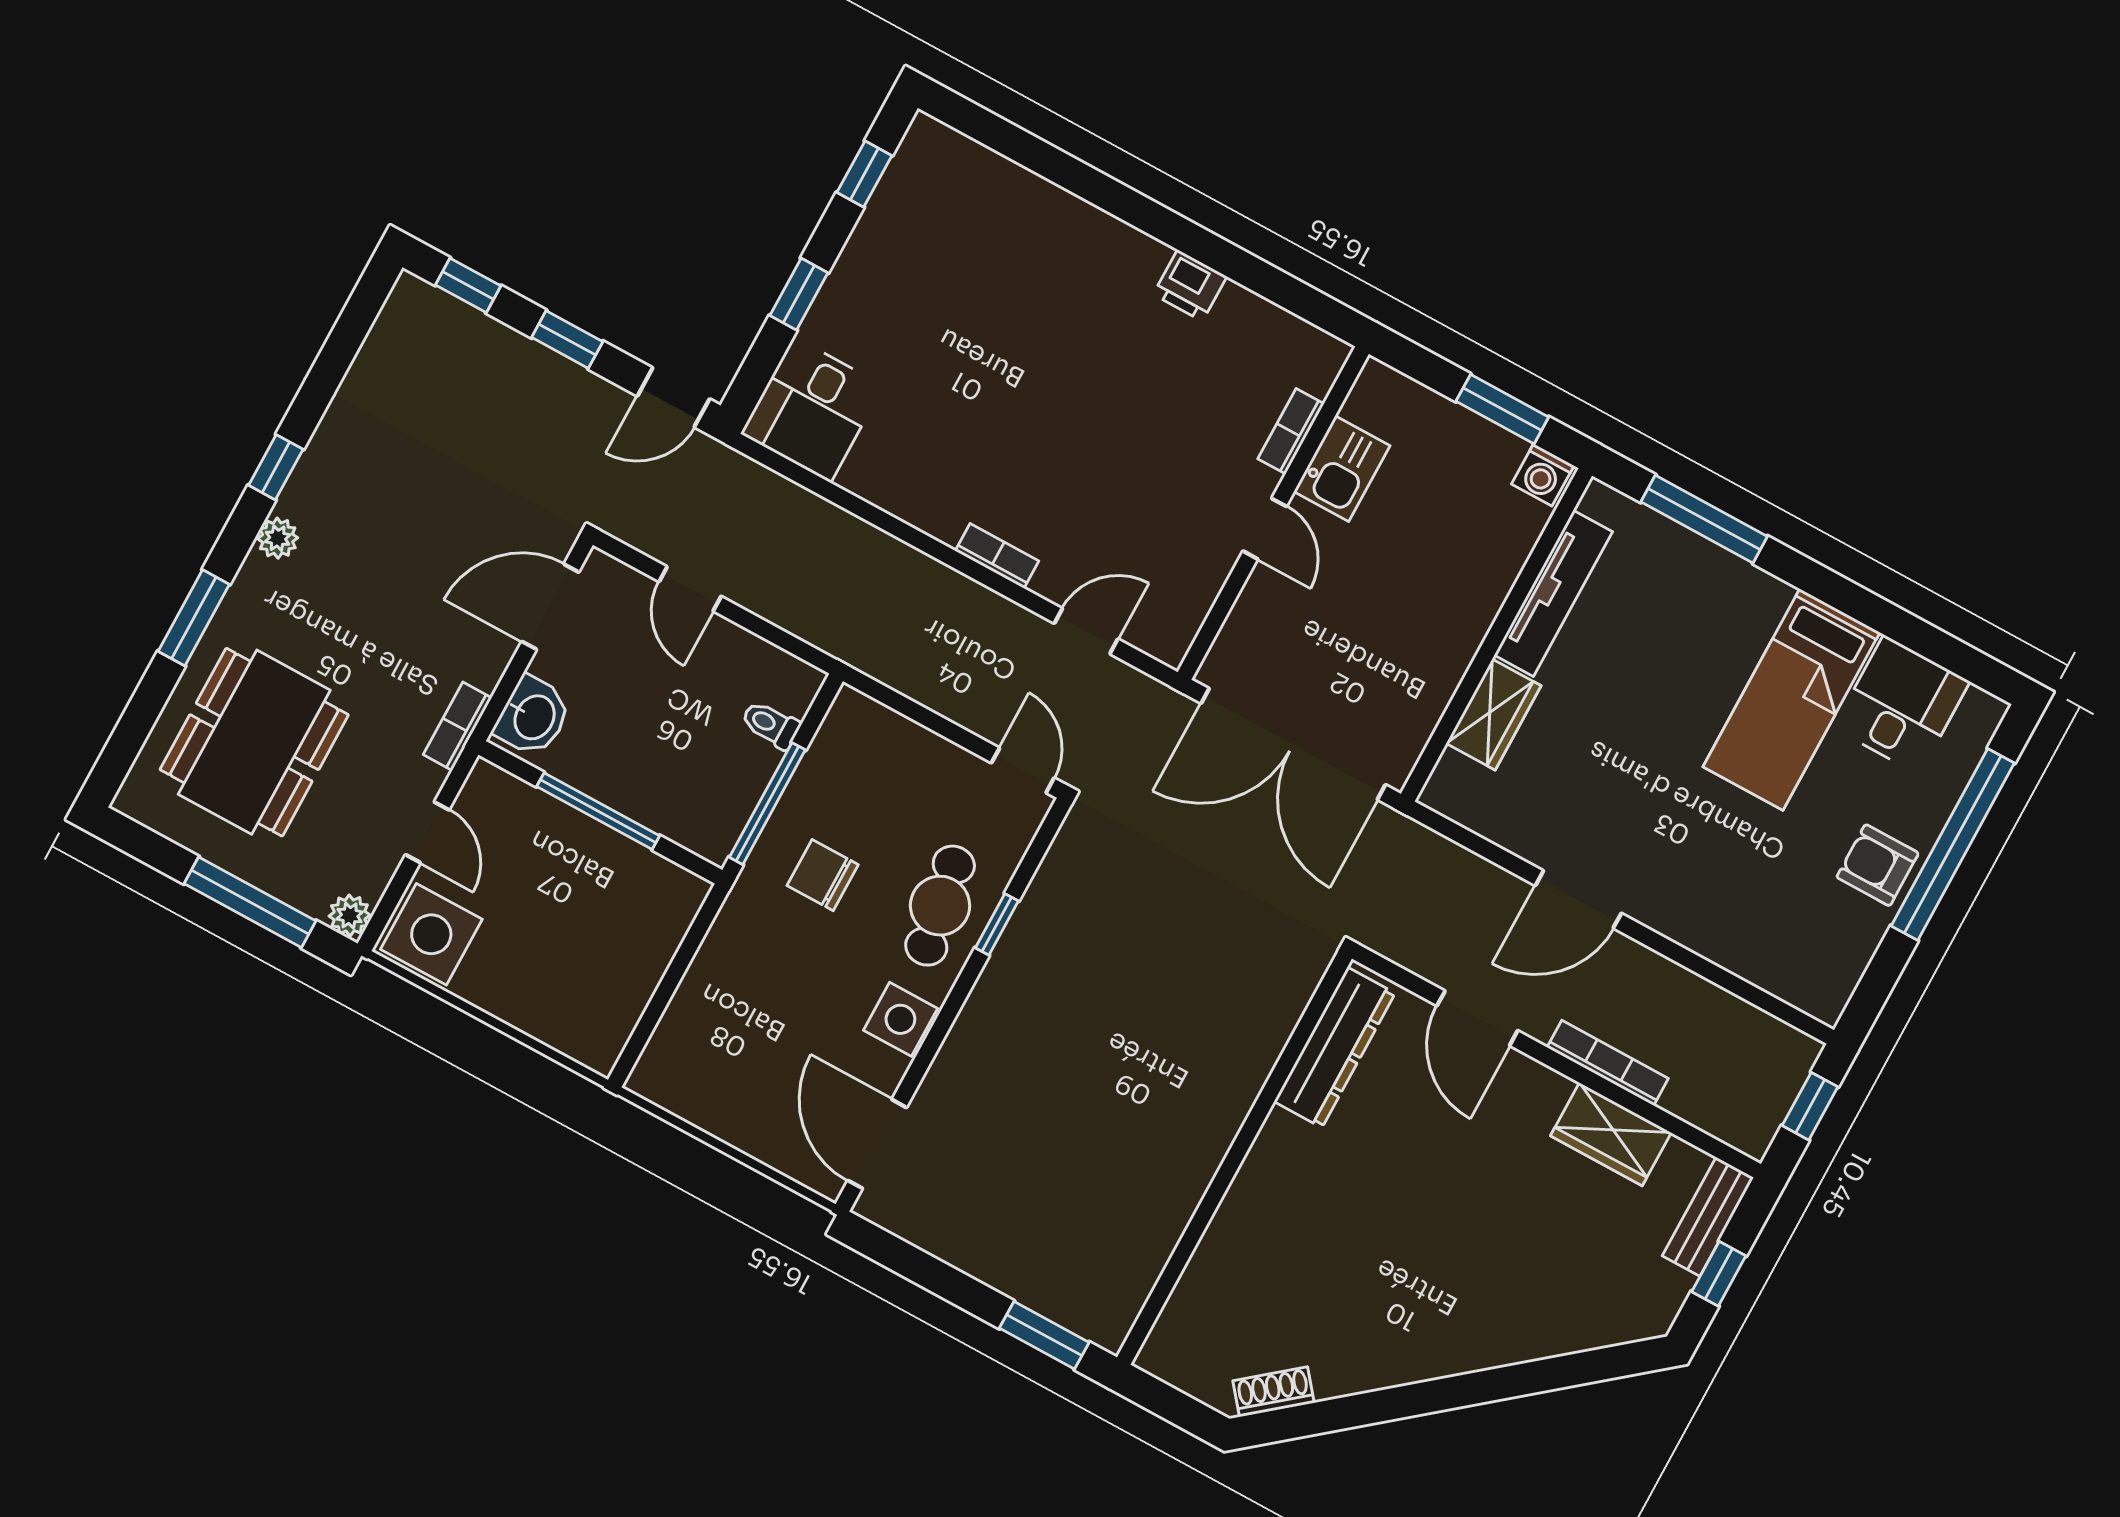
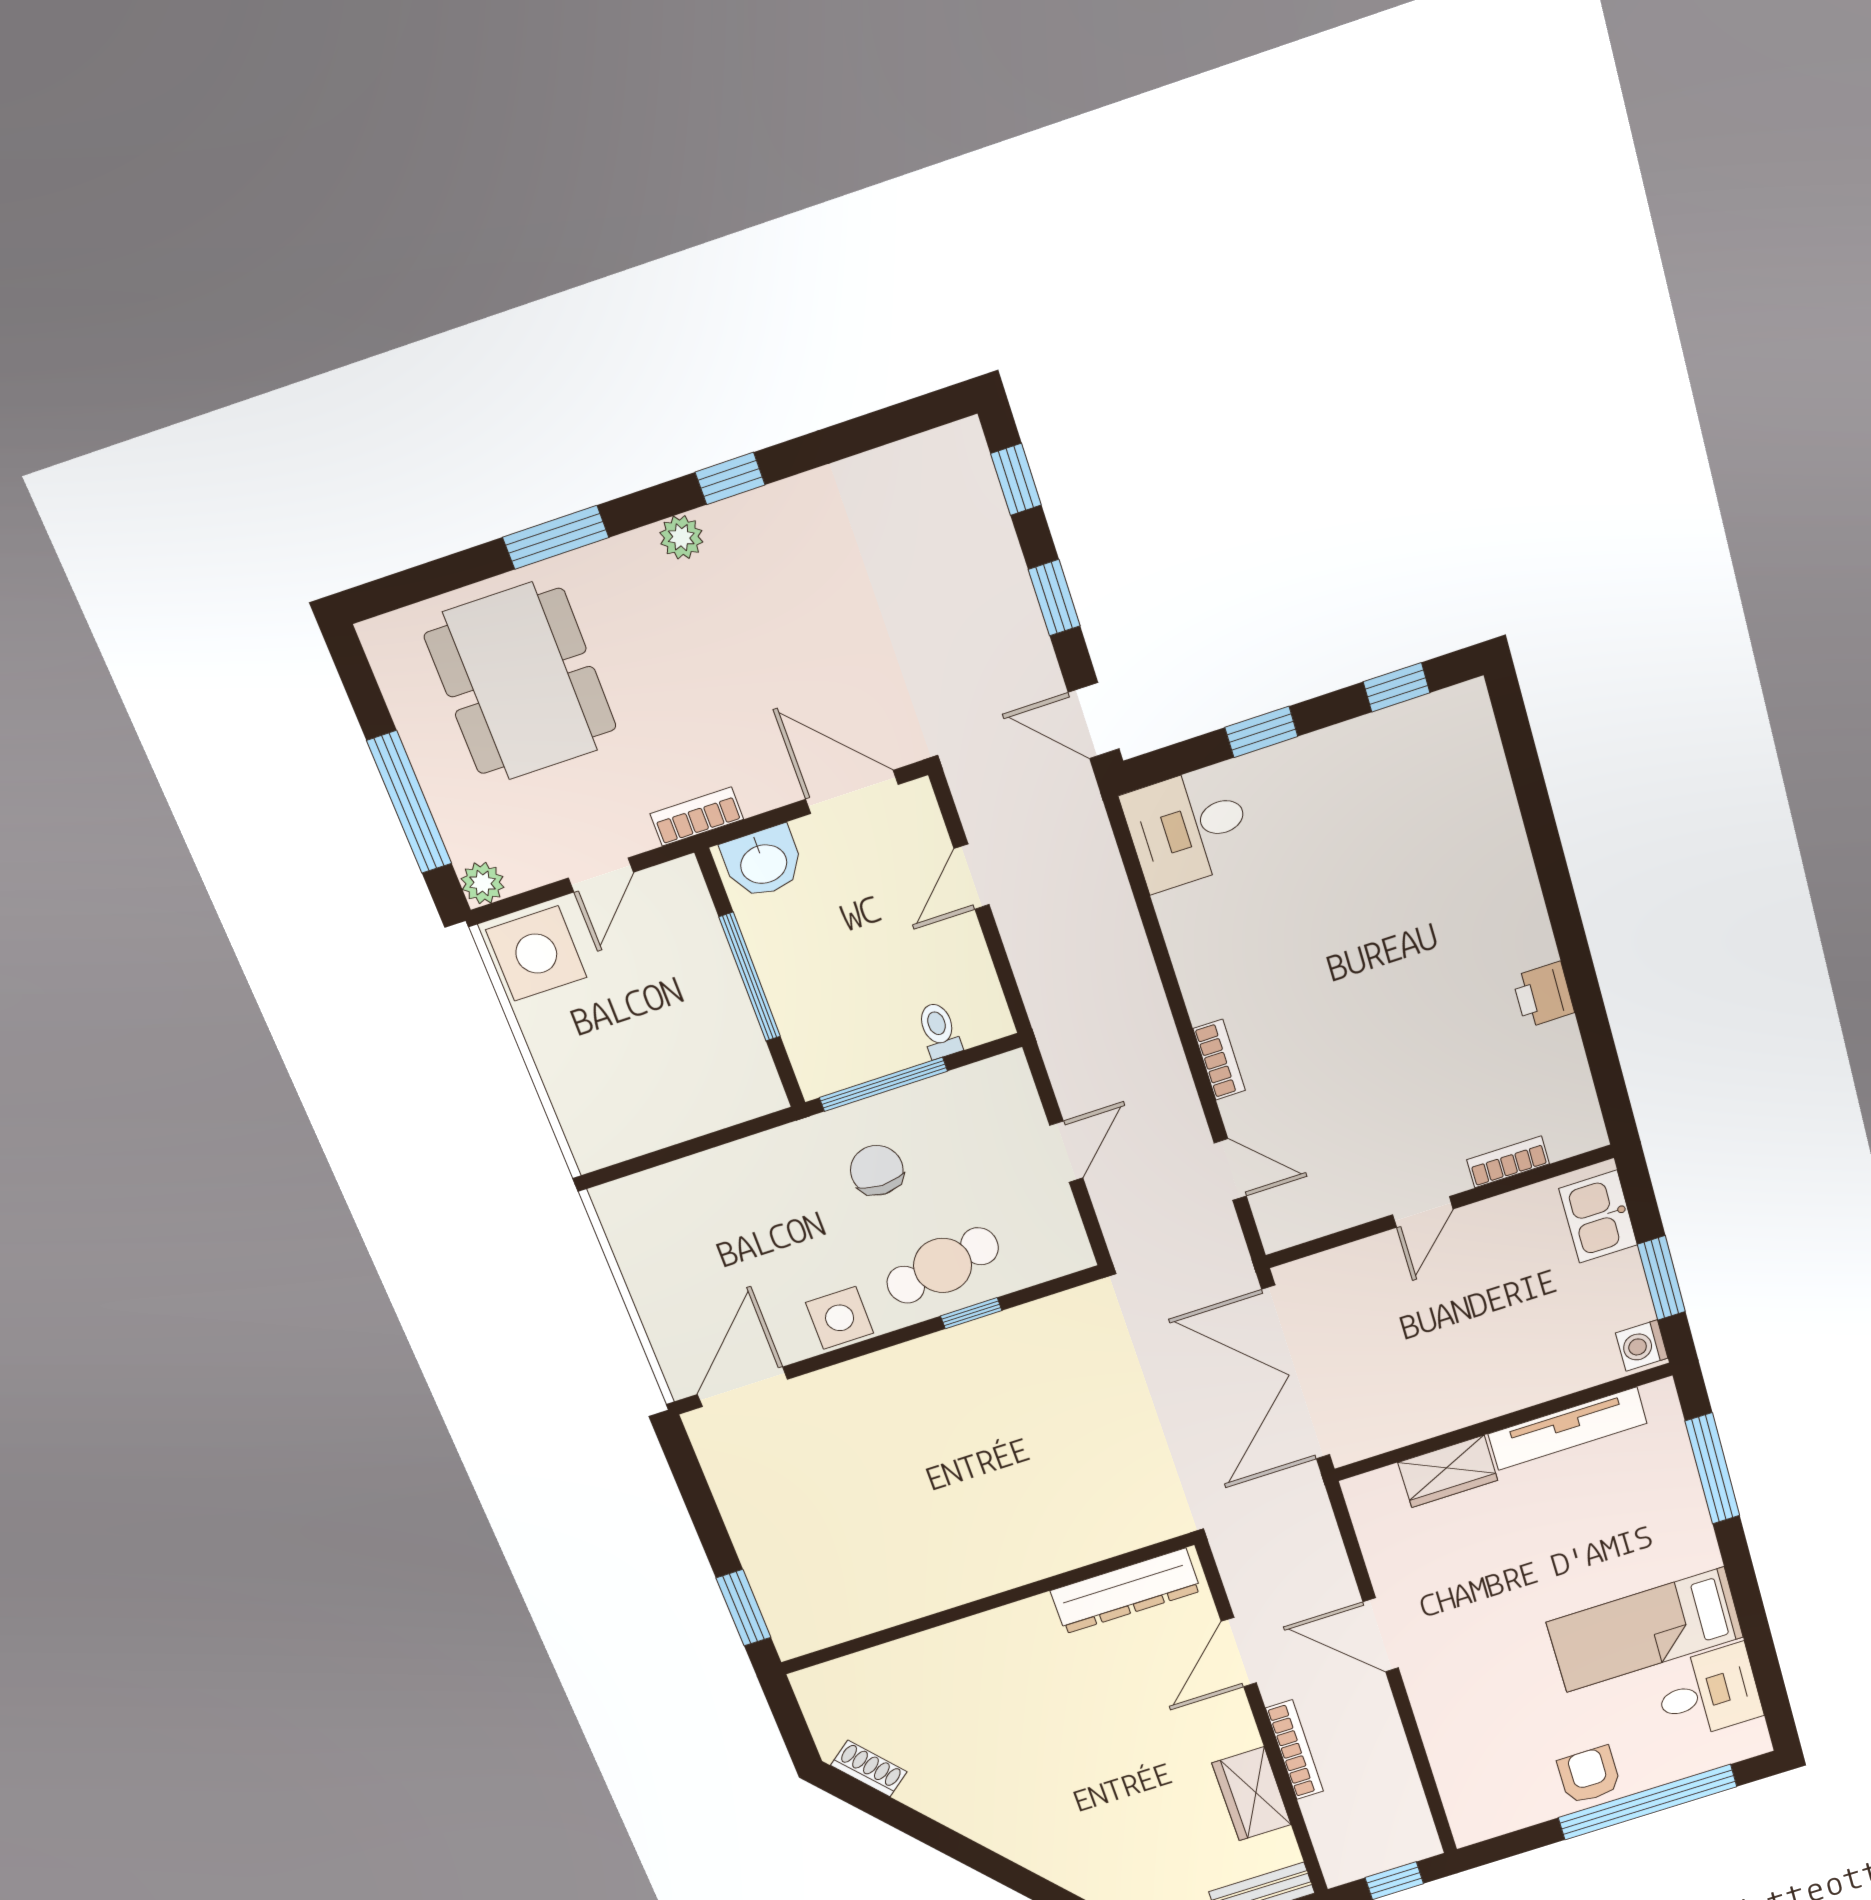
kitchen sink: (1342, 469) -> (1598, 1217), moved, turned 90
dining table: (254, 742) -> (521, 682), turned 90
door: (1023, 770) -> (1066, 1152), moved

